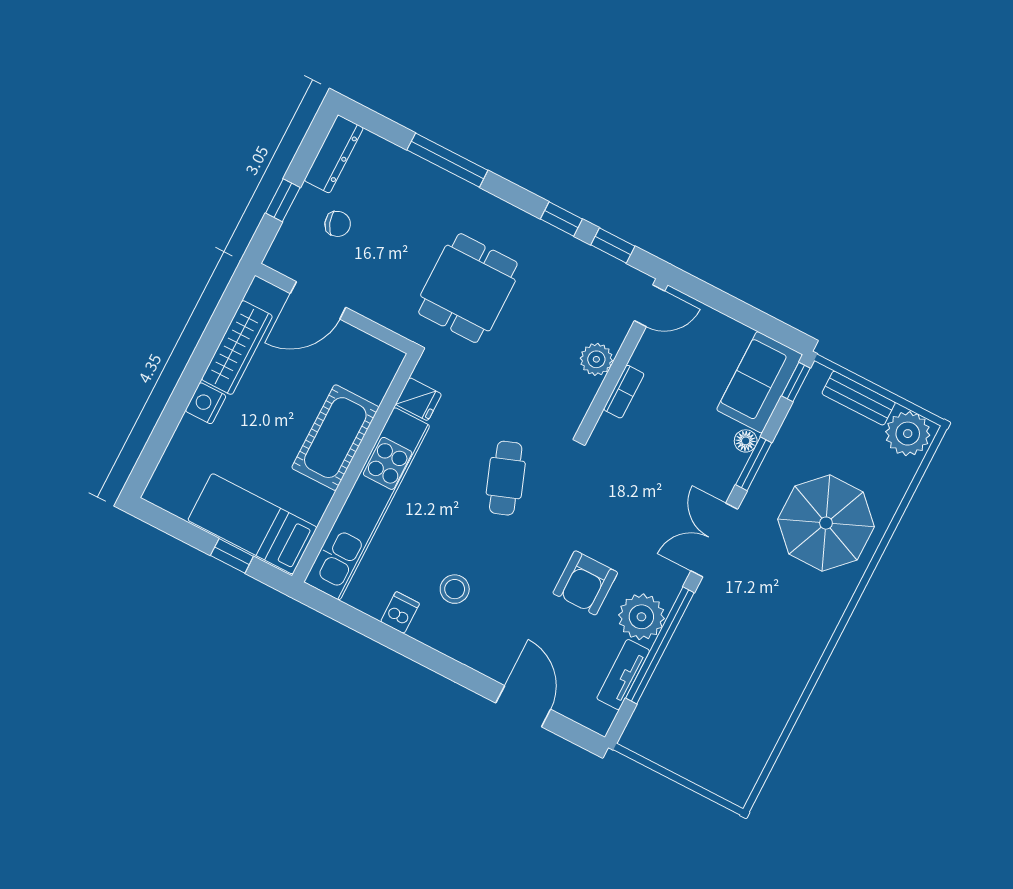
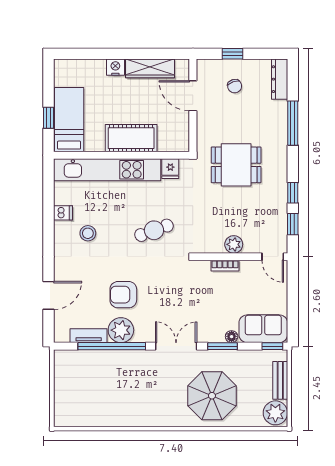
dresser: (334, 154) -> (280, 79), moved, turned 90

